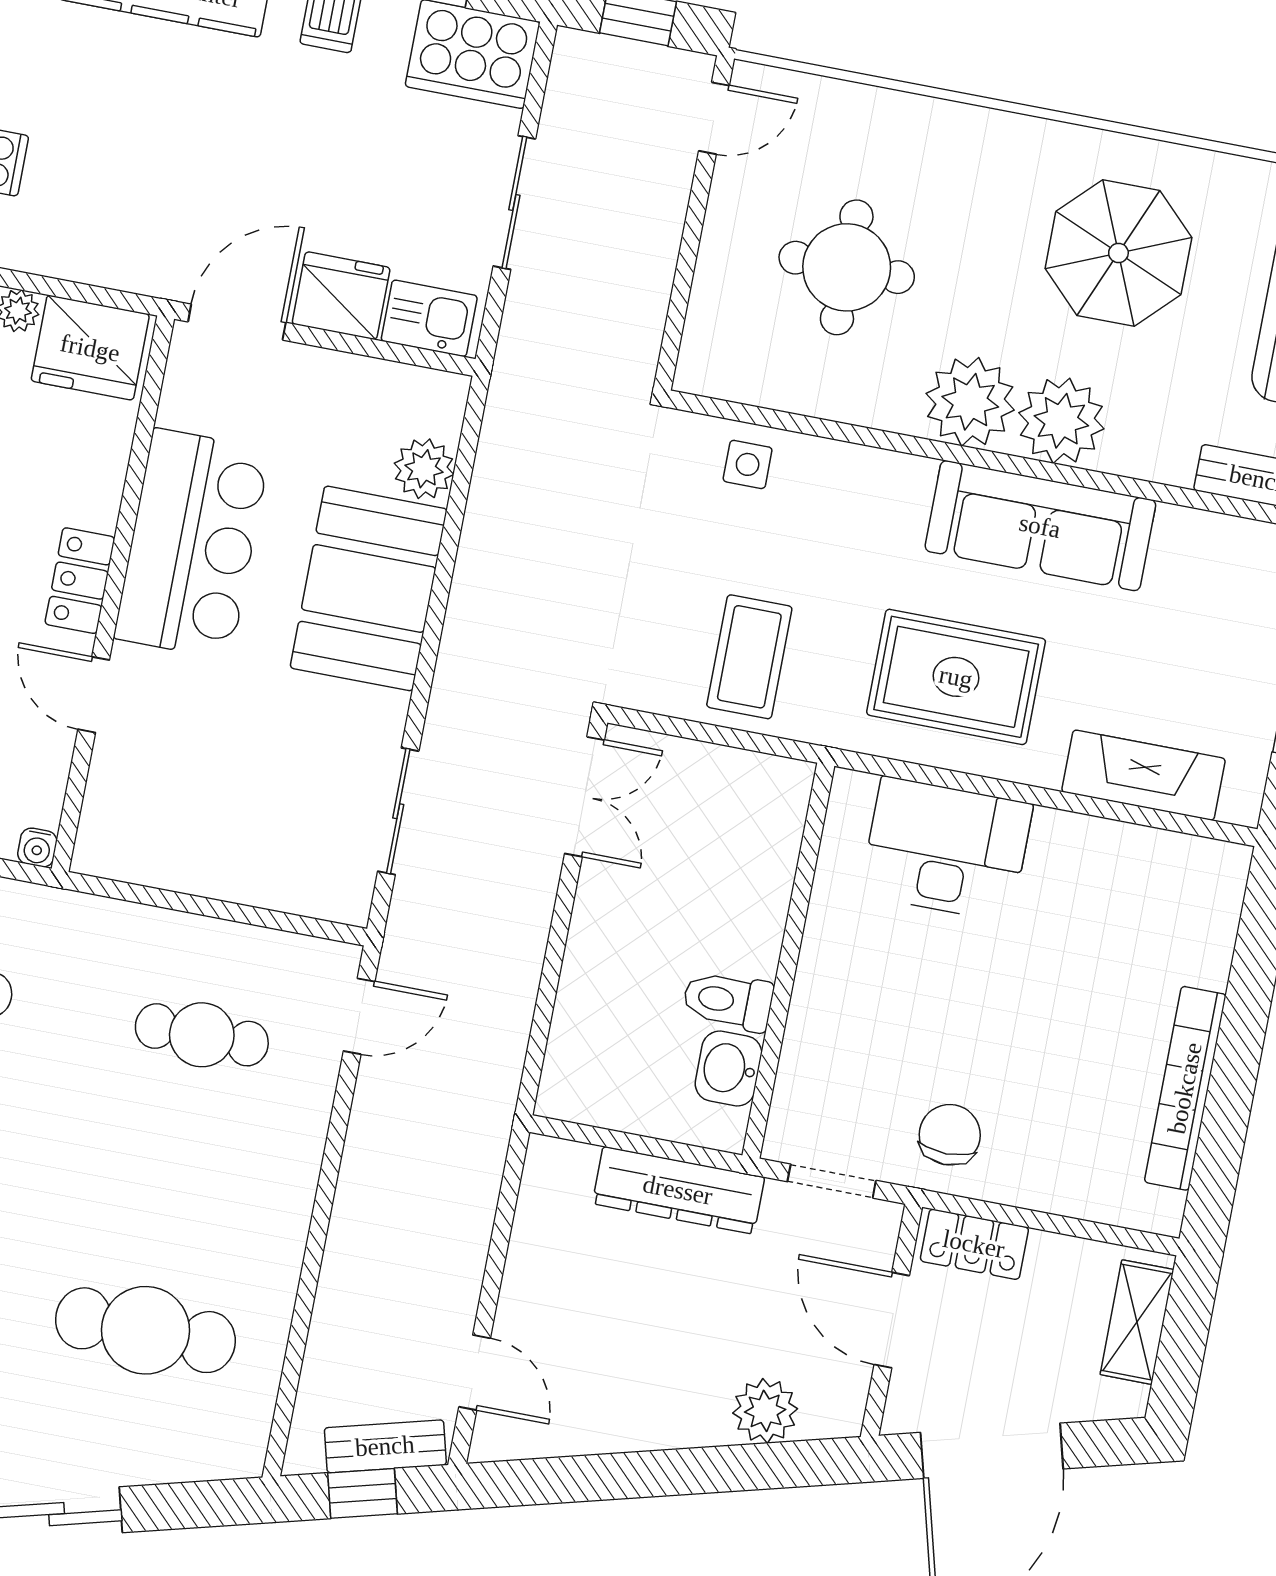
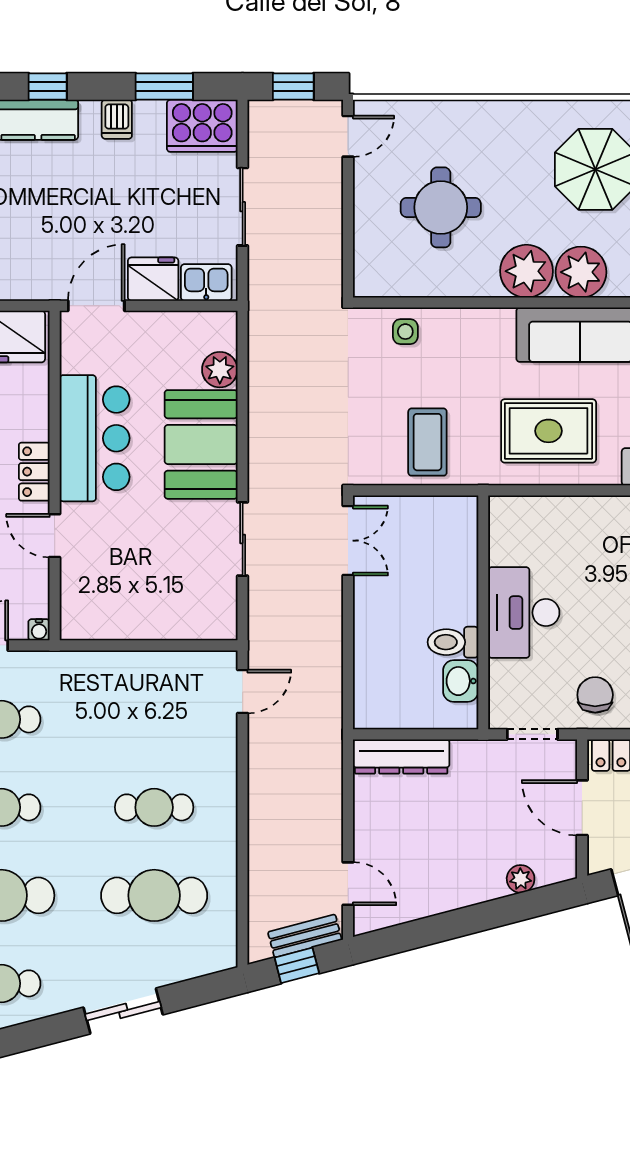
sliding door: (398, 811) -> (243, 539), moved
desk: (946, 849) -> (524, 613), moved, turned -90
cafe table: (202, 1035) -> (154, 807), moved
dresser: (678, 1190) -> (401, 757), moved
plant: (765, 1411) -> (521, 879), width x0.73, depth x0.73

